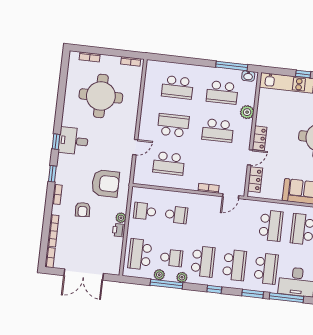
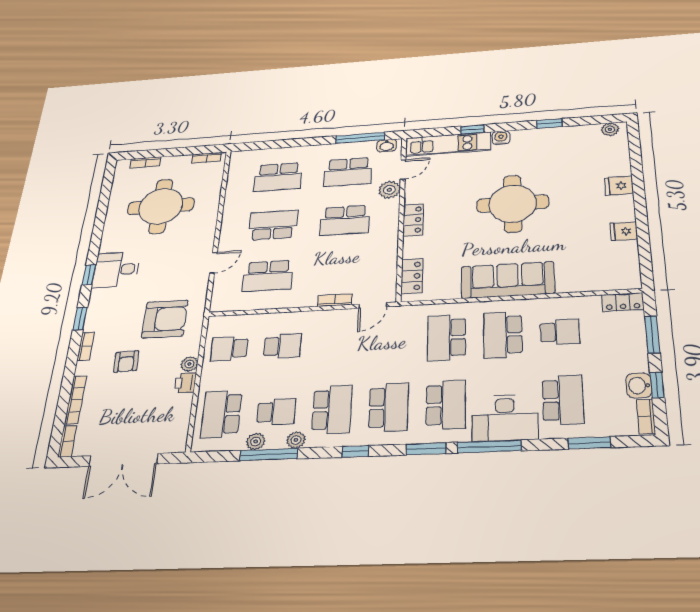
door: (250, 157) -> (403, 170), moved
school desk: (271, 226) -> (447, 338), turned 180

